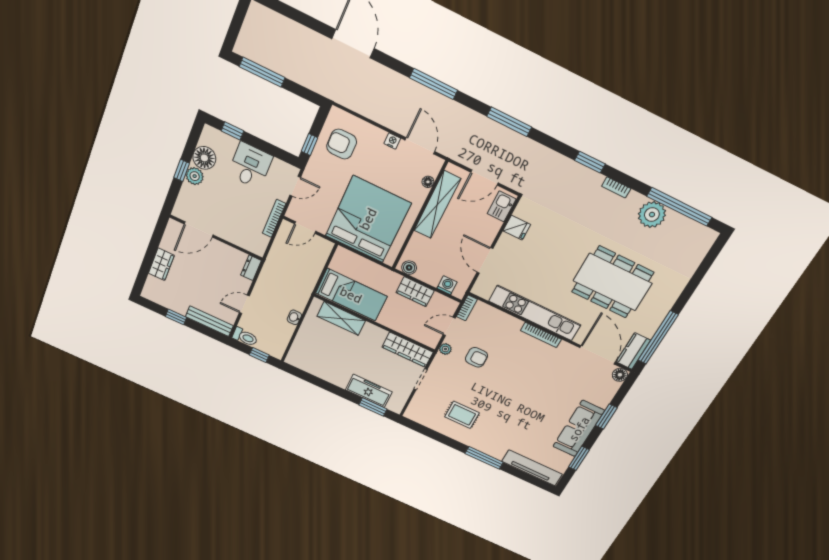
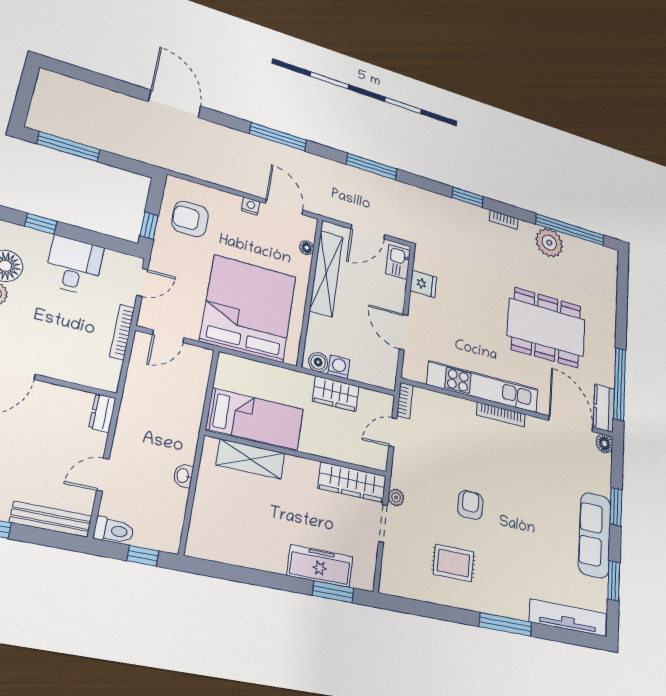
washing machine: (447, 285) -> (339, 367), moved
plant: (445, 349) -> (396, 497), moved
armchair: (477, 357) -> (470, 505), moved, turned -90

